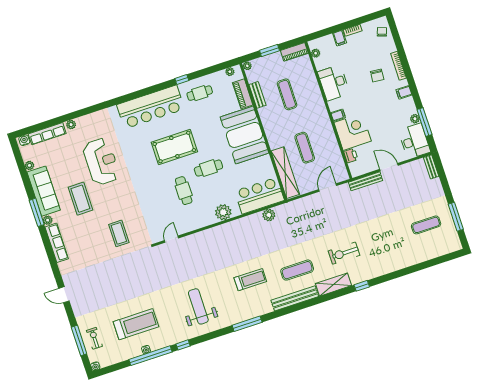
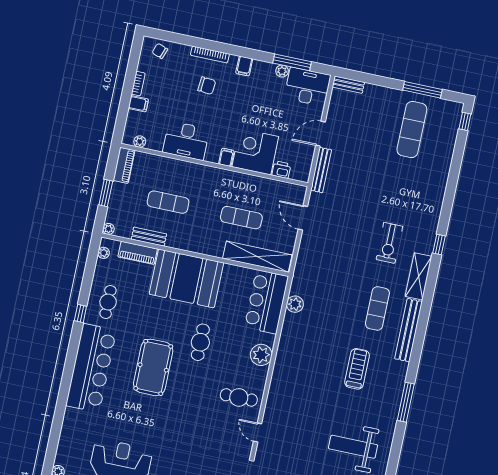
cafe table: (184, 191) -> (239, 397), moved
exercise mat: (426, 225) -> (412, 130), width x1.36, depth x1.45
window: (451, 256) -> (465, 121), added

